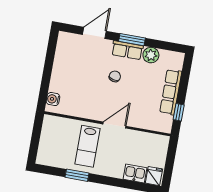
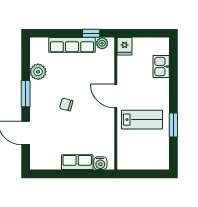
row of seats: (127, 50) -> (77, 162), moved, turned -90
plant: (167, 121) -> (102, 43), added
fridge: (154, 176) -> (125, 46), moved, turned -90

